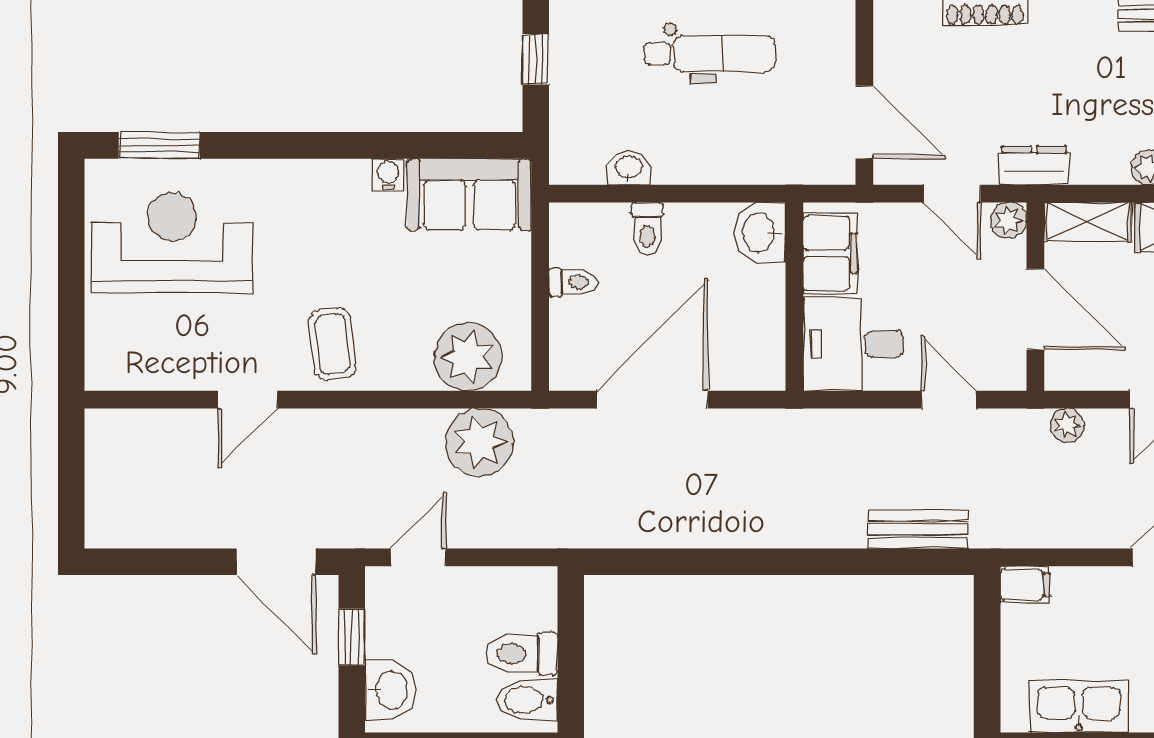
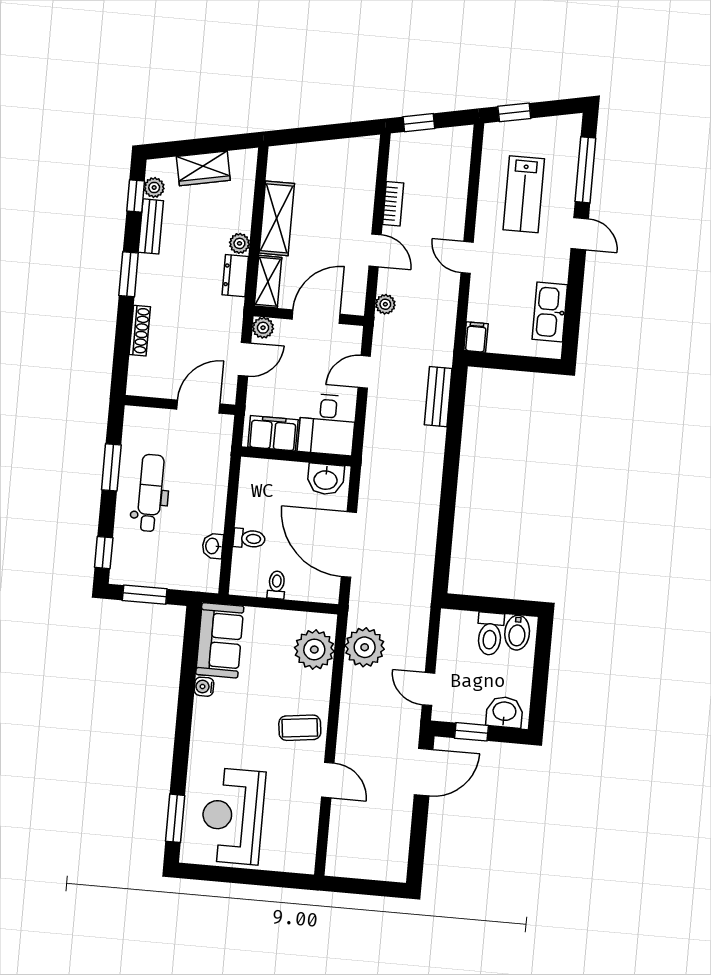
window: (536, 59) -> (145, 595), width x1.50
dresser: (1034, 165) -> (235, 276), moved
washbasin: (760, 233) -> (326, 479), moved

